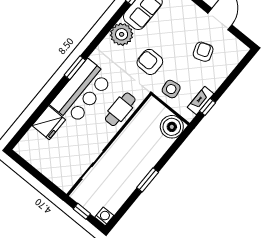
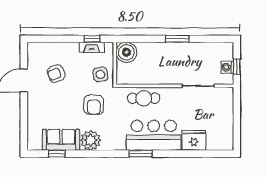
washing machine: (104, 216) -> (227, 67), moved

